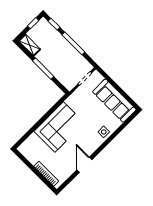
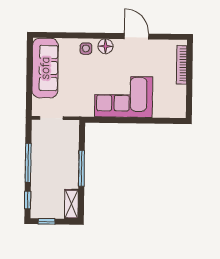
floor lamp: (95, 143) -> (105, 46), added
door: (84, 165) -> (137, 36), swing flipped

